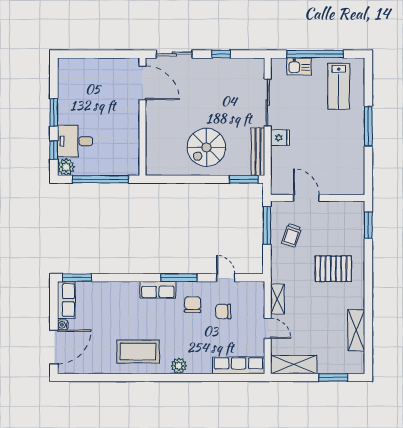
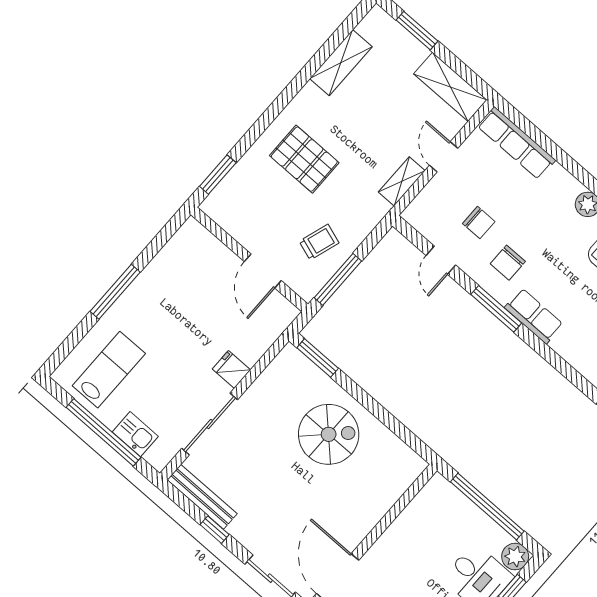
bench: (258, 152) -> (202, 497), moved, turned 90

